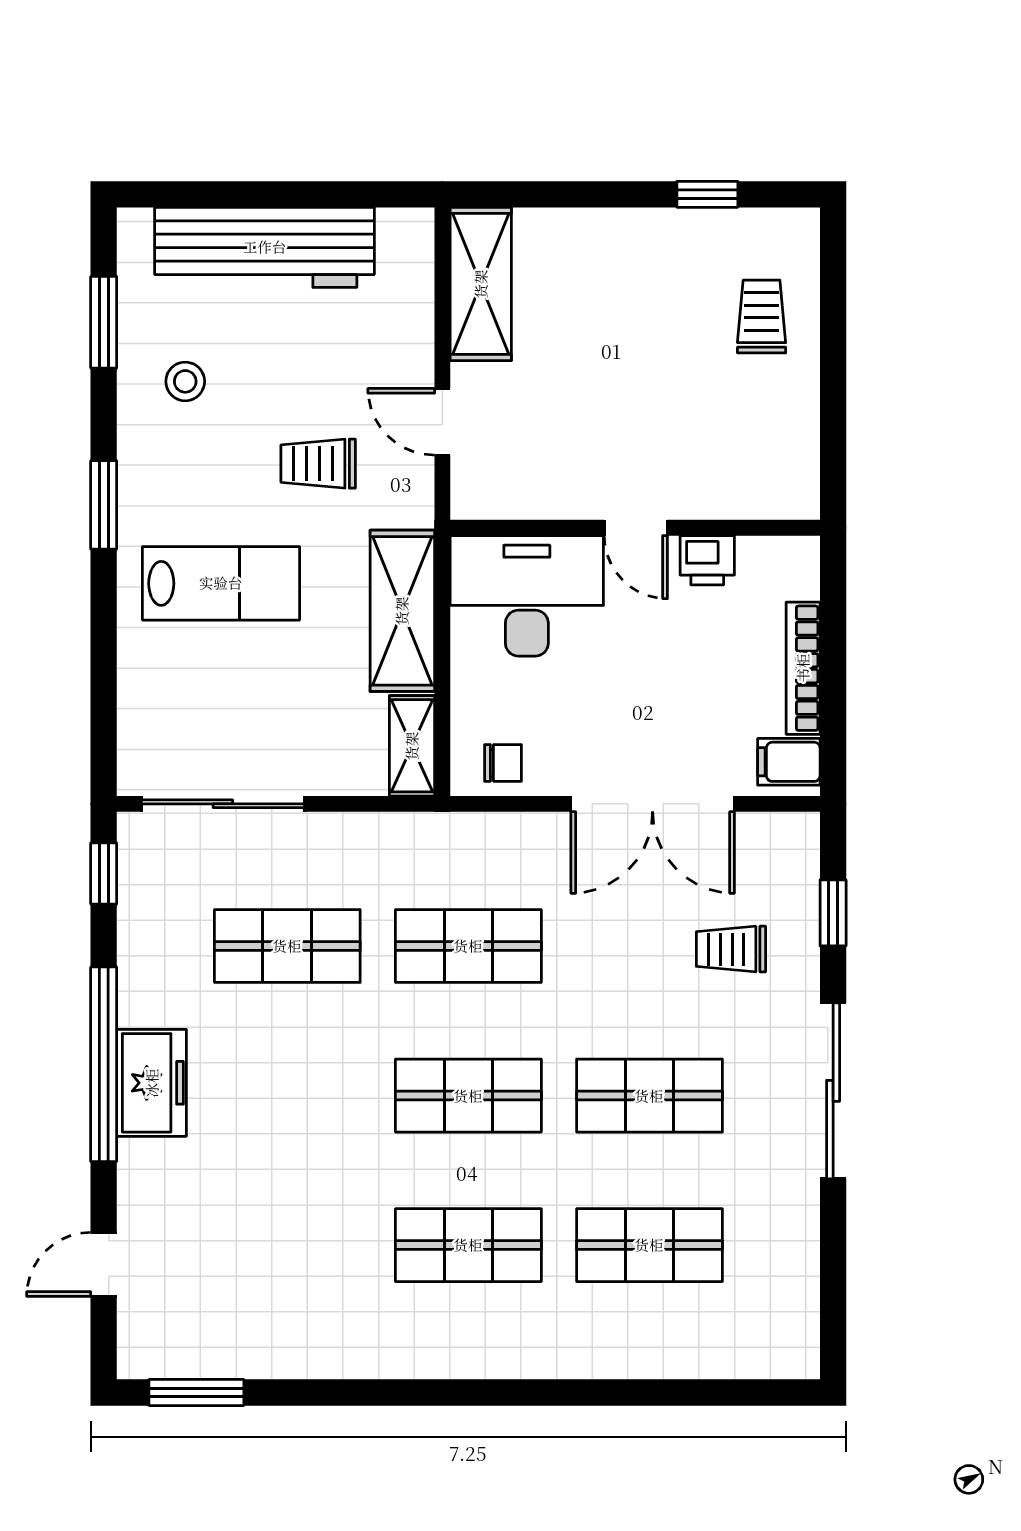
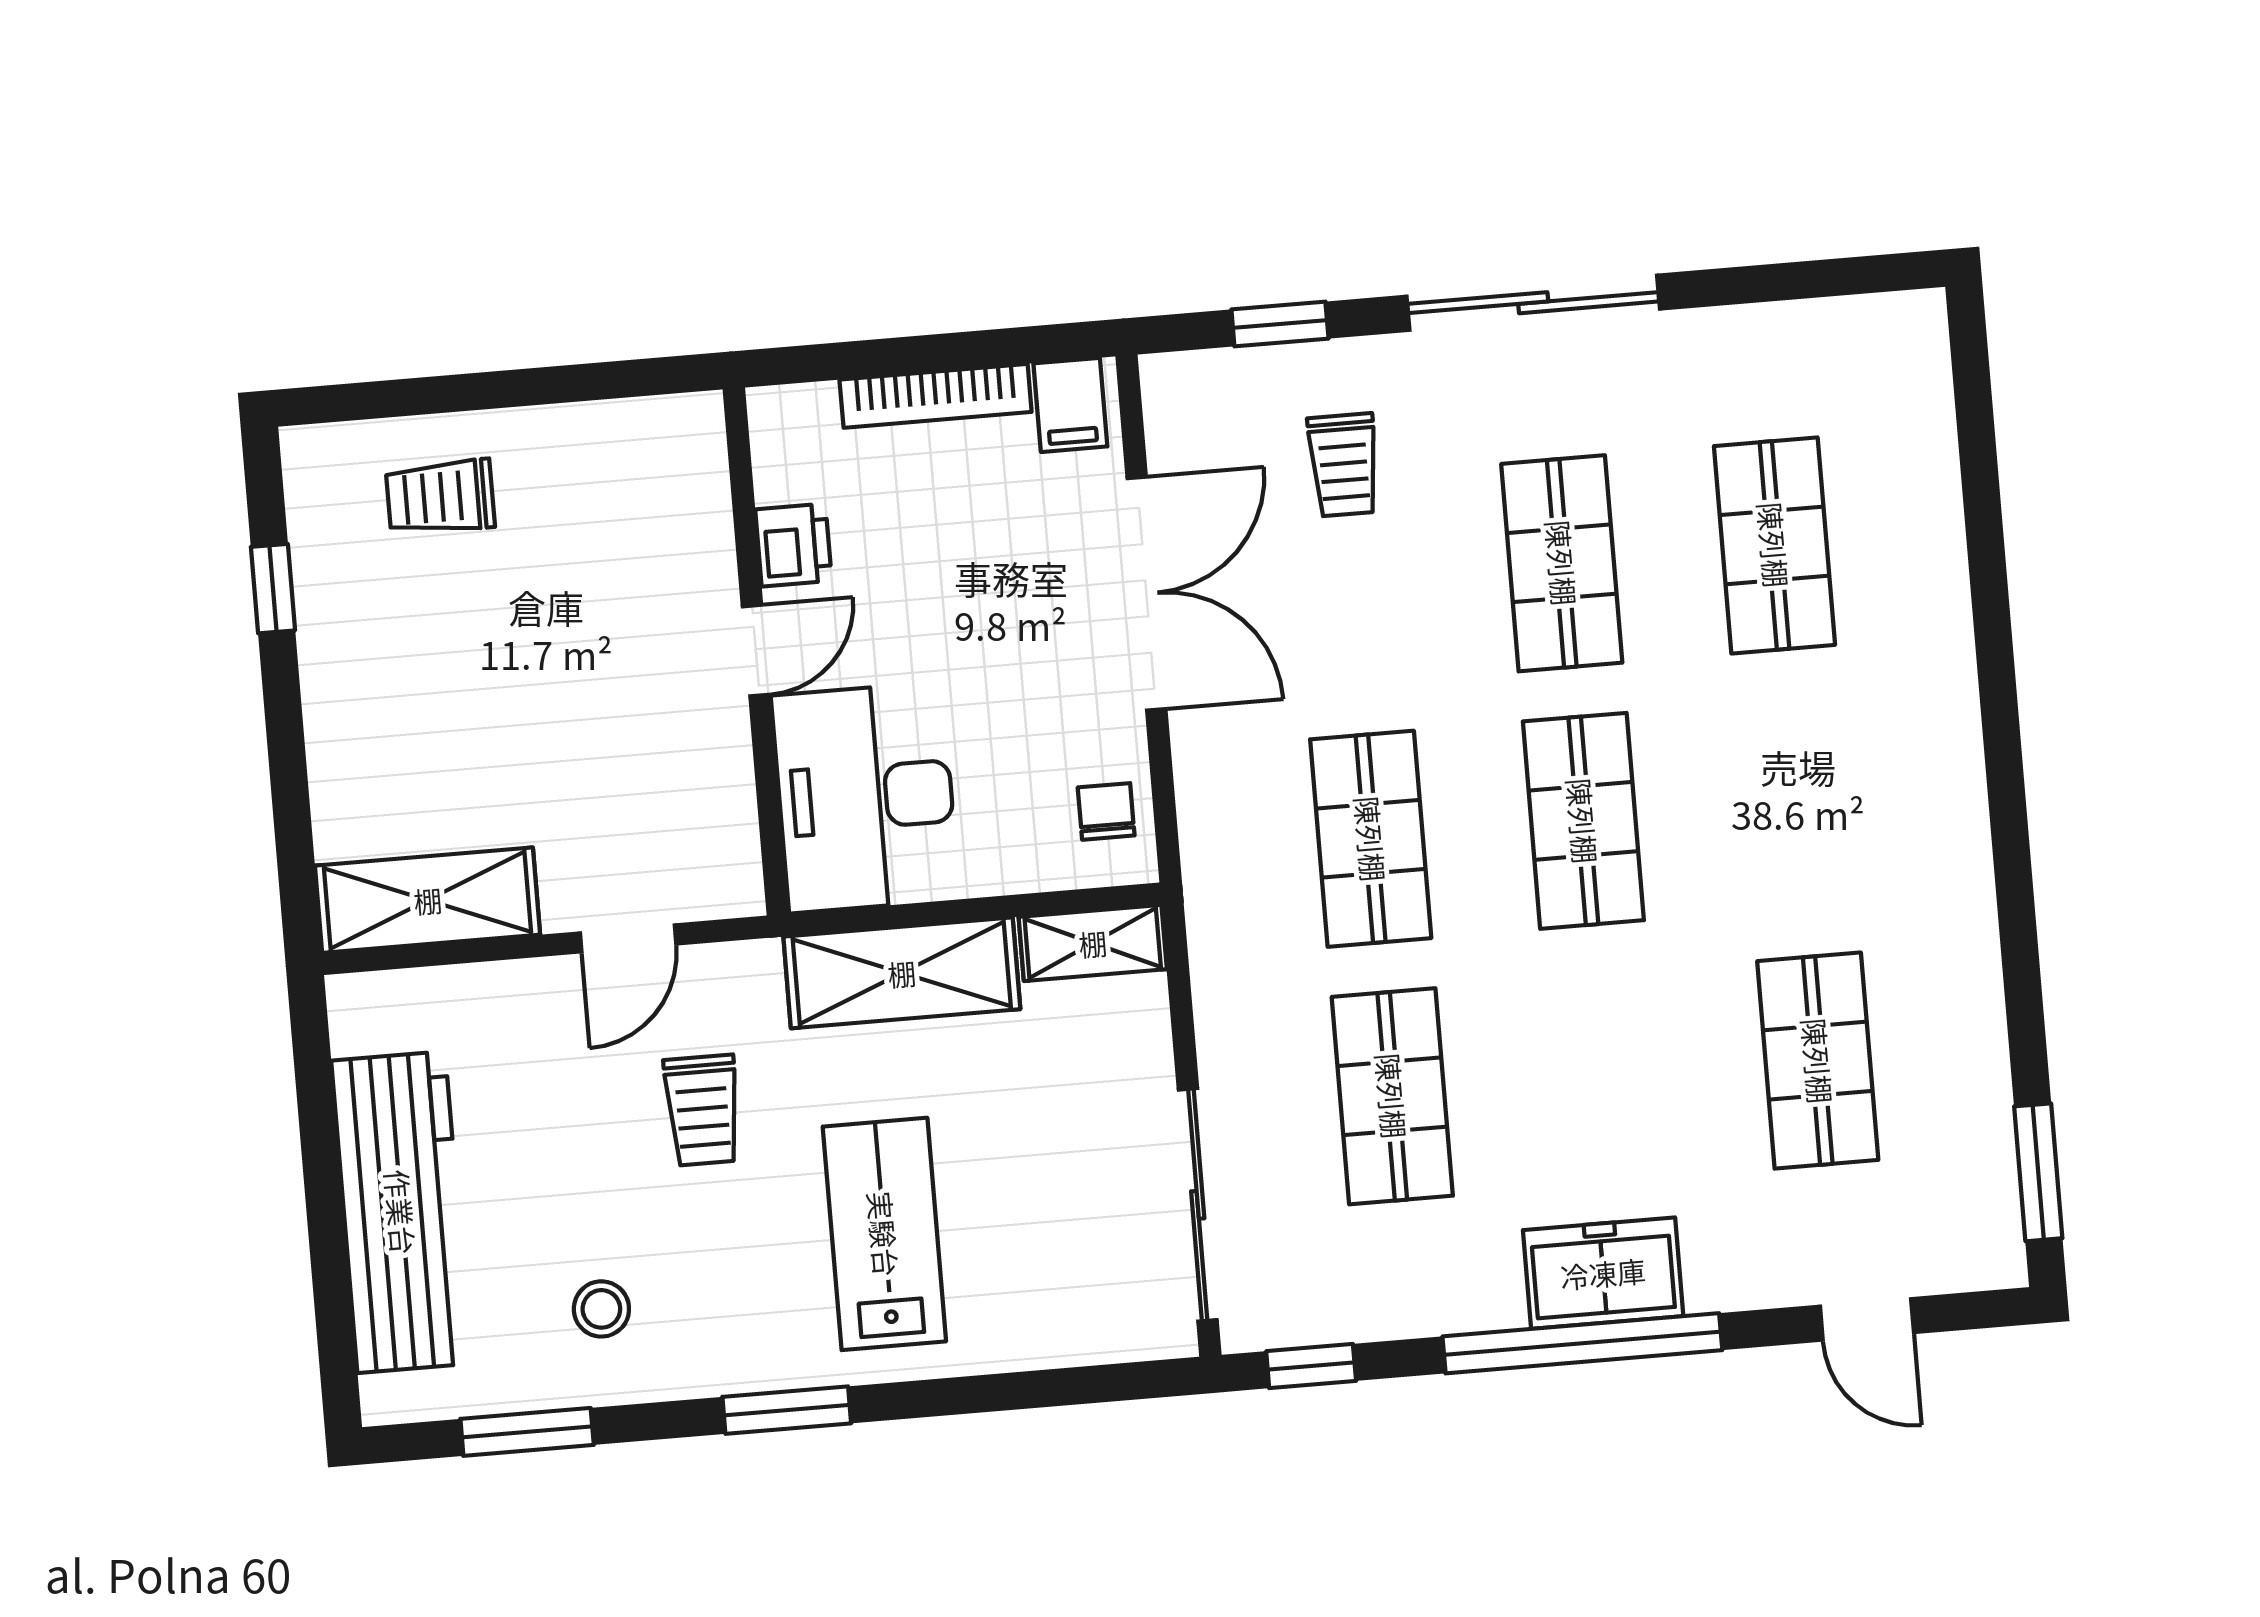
shop shelf: (468, 1245) -> (1818, 1061), moved

